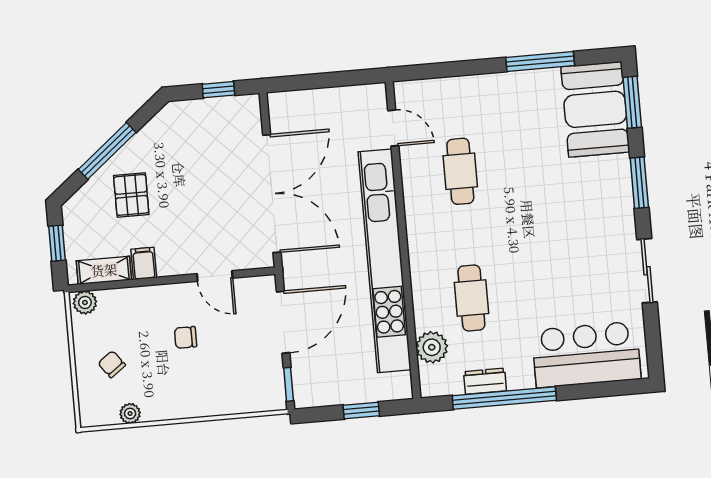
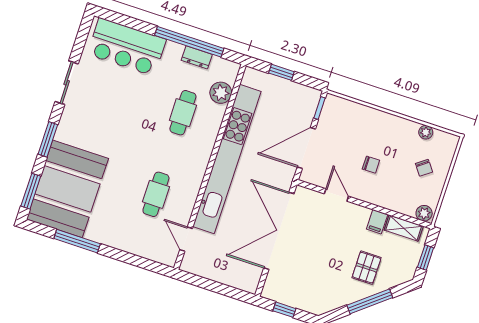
booth: (595, 109) -> (67, 189), width x1.36, depth x1.42

